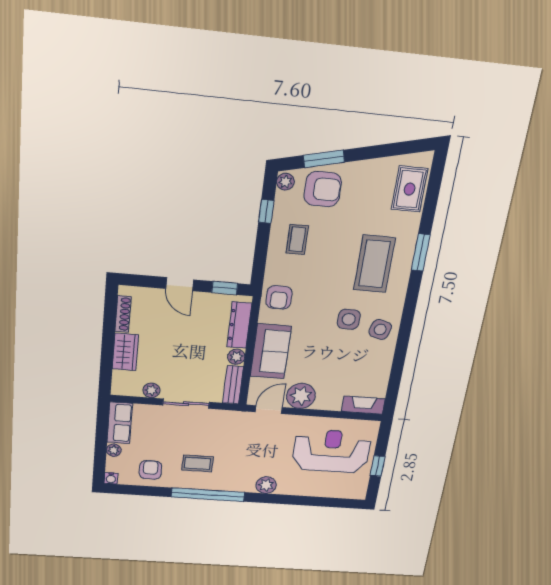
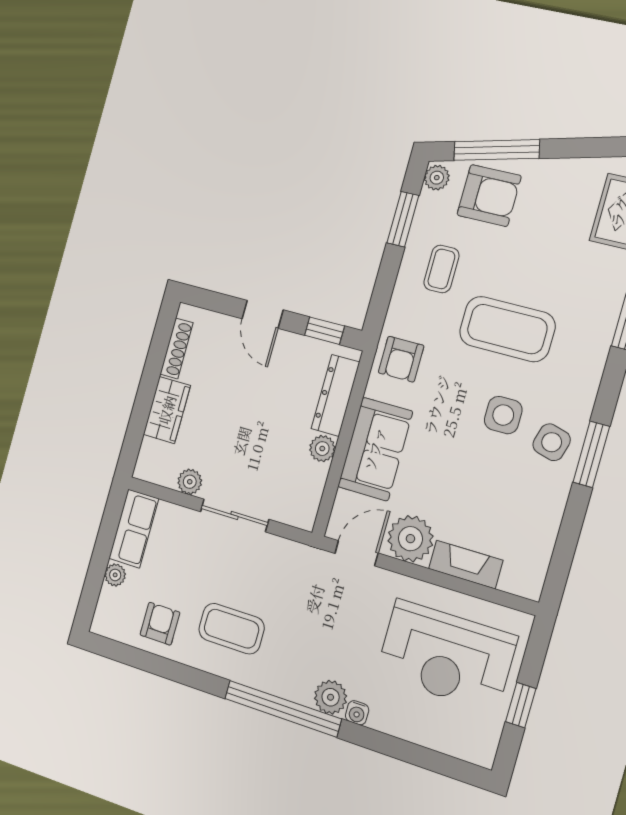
window: (324, 159) -> (497, 150), width x1.44
window: (266, 211) -> (403, 219), width x1.50
coffee table: (374, 264) -> (507, 329), moved, turned 90
window: (405, 332) -> (591, 454), added
bench: (233, 385) -> (309, 497), removed
fireplace: (363, 405) -> (466, 564), moved
reception desk: (331, 451) -> (446, 656), turned 180
coffee table: (197, 463) -> (231, 629), width x1.36, depth x1.30
water cooler: (111, 478) -> (357, 713), moved
window: (208, 495) -> (283, 709), moved

